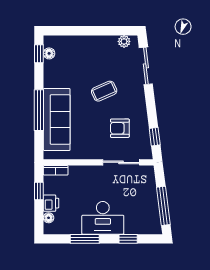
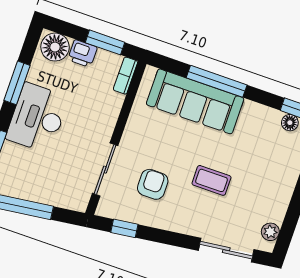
coffee table: (104, 91) -> (211, 180), turned -66
window: (39, 191) -> (105, 42), width x1.50
floor lamp: (49, 218) -> (55, 47), width x1.89, depth x1.89

